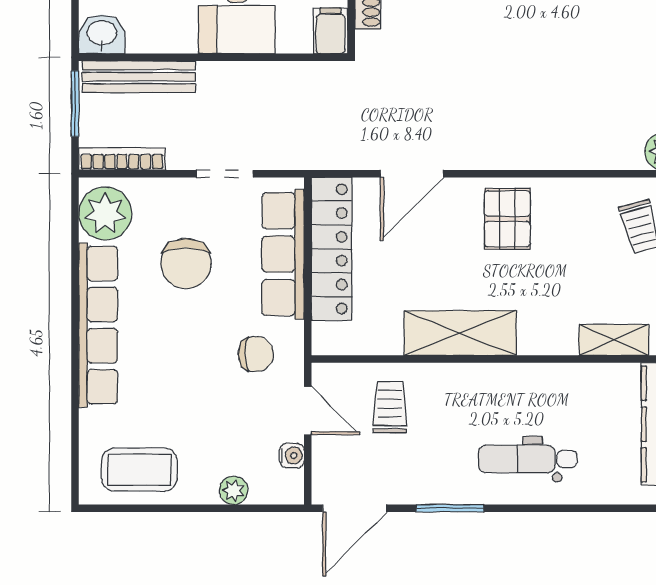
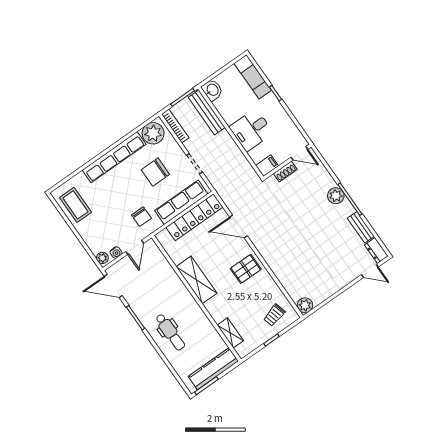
trolley: (390, 407) -> (155, 274), removed
dental chair: (528, 459) -> (170, 332), turned 180
plant: (234, 490) -> (102, 258), moved

